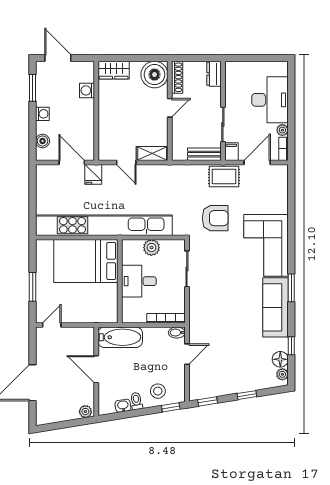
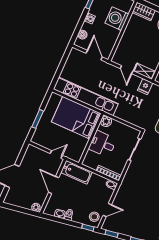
washing machine: (87, 90) -> (117, 19), width x1.89, depth x1.89
fridge: (93, 174) -> (145, 87), moved
kitchen unit: (104, 225) -> (86, 96), width x0.73
plant: (151, 248) -> (106, 121), moved
door: (52, 325) -> (56, 154), moved
door: (187, 354) -> (107, 210), moved
stool: (158, 391) -> (94, 217), moved

